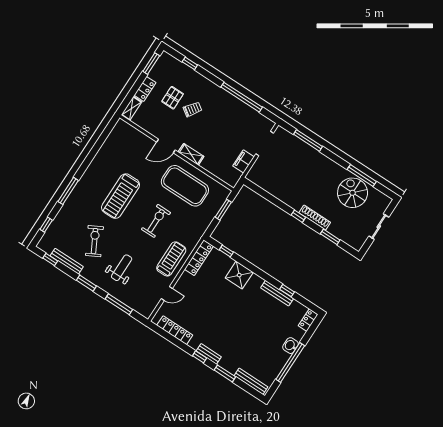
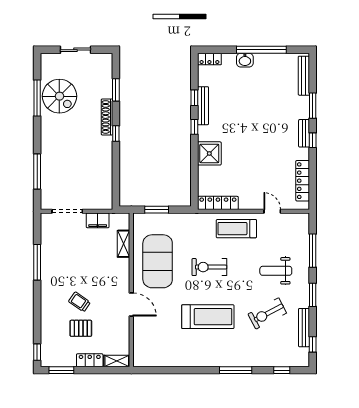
window: (190, 63) -> (37, 352), moved
window: (242, 97) -> (37, 262), width x0.68
shelving: (191, 154) -> (124, 244), moved
spiral stairs: (353, 193) -> (59, 96), turned -90
window: (226, 251) -> (194, 127), moved

